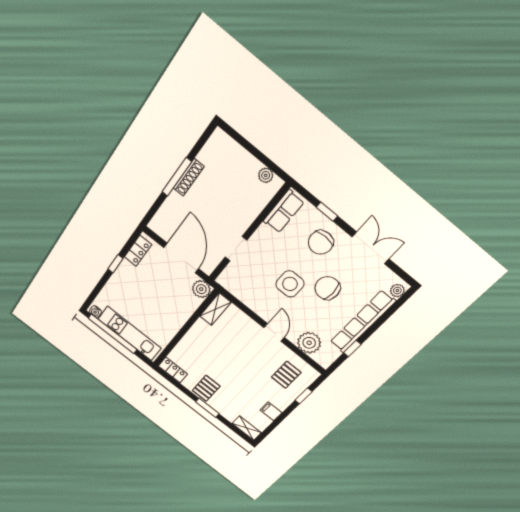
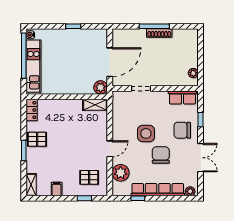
locker: (138, 251) -> (93, 34), removed

